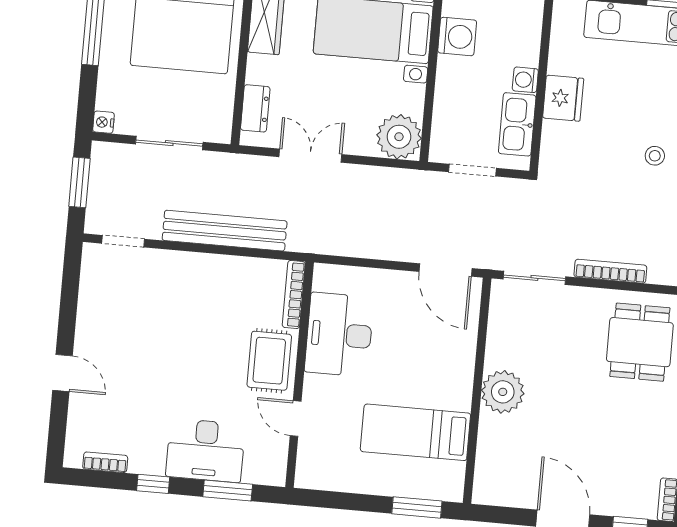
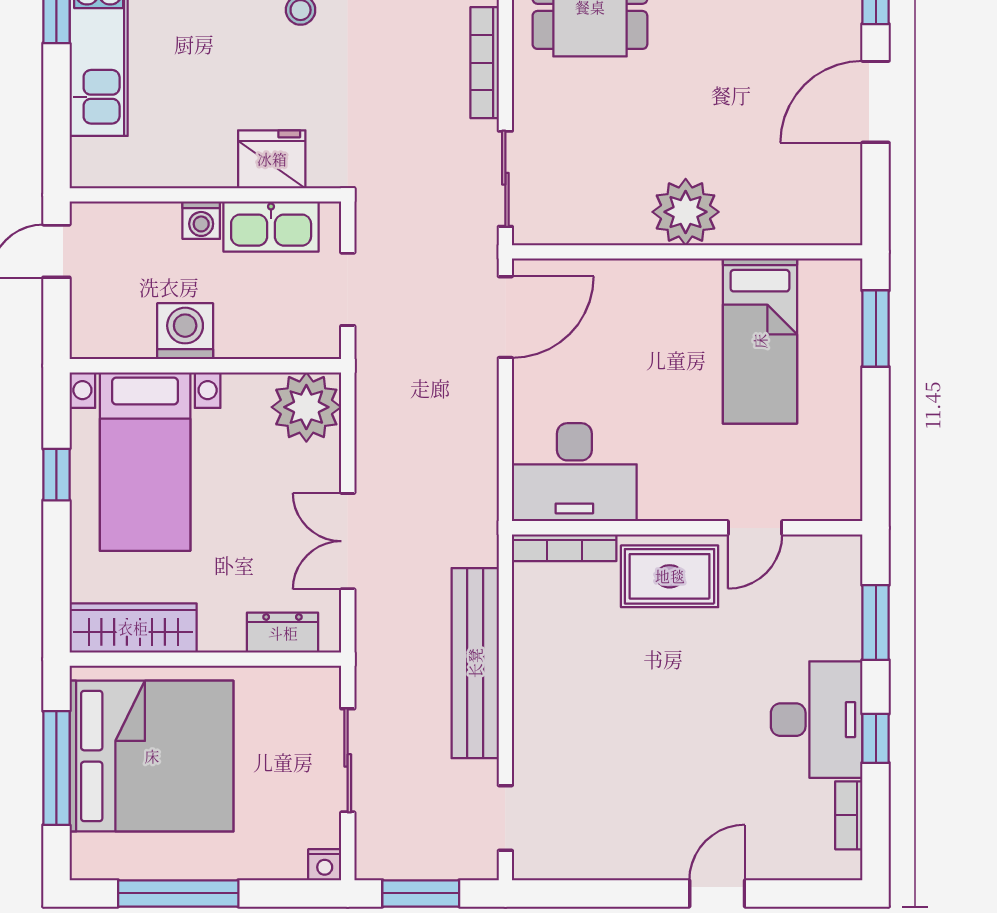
washing machine: (457, 37) -> (185, 331), moved
fridge: (563, 98) -> (272, 159), moved
desk: (339, 335) -> (574, 472), moved
desk: (205, 450) -> (817, 720), moved

